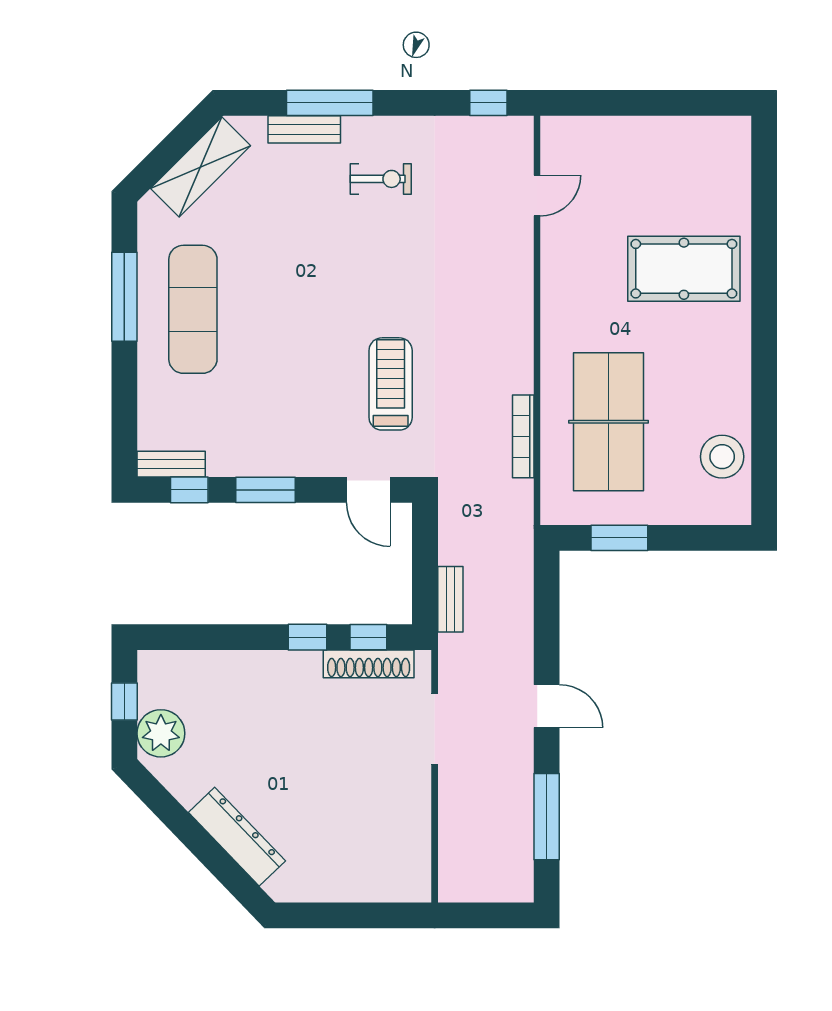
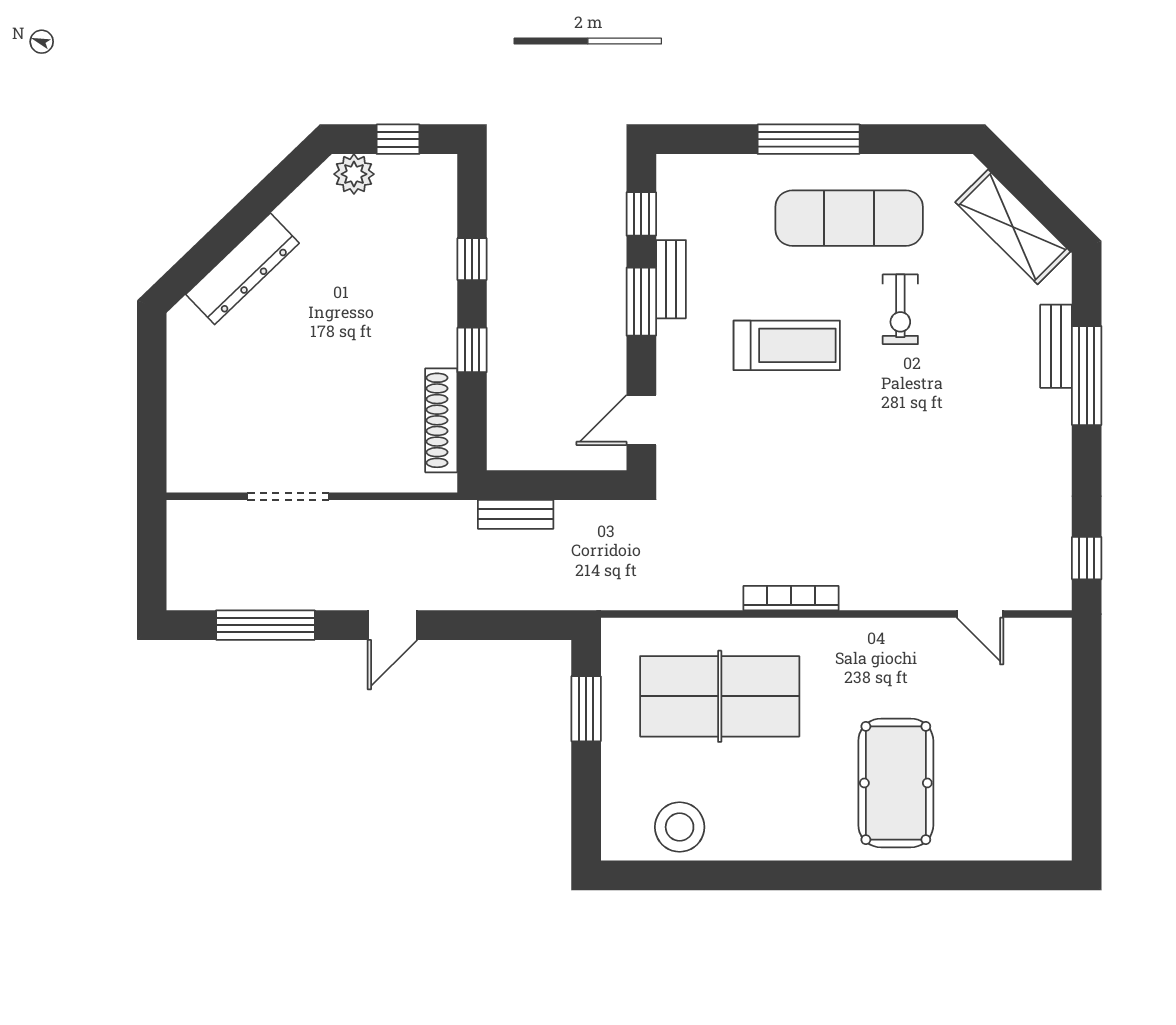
exercise bike: (381, 179) -> (900, 309), moved
window: (124, 297) -> (809, 139), moved
treadmill: (391, 384) -> (787, 345), moved
bookcase: (523, 436) -> (791, 598), moved
bench: (171, 464) -> (671, 279), moved
window: (368, 637) -> (472, 259), moved
doorway: (435, 729) -> (288, 496), moved
plant: (161, 733) -> (354, 174), width x0.73, depth x0.73

